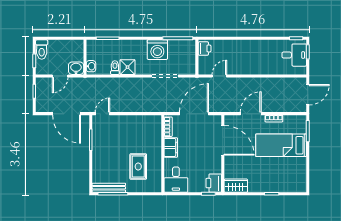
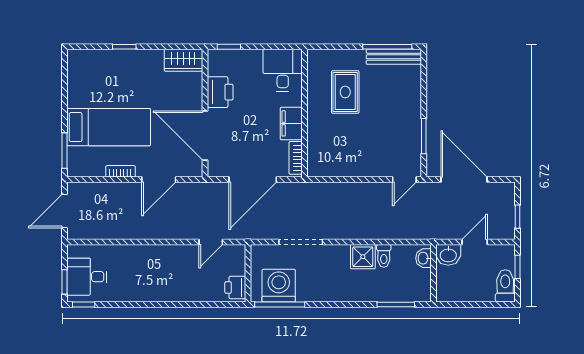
washing machine: (157, 50) -> (279, 286), moved
printer: (214, 183) -> (220, 92), moved

